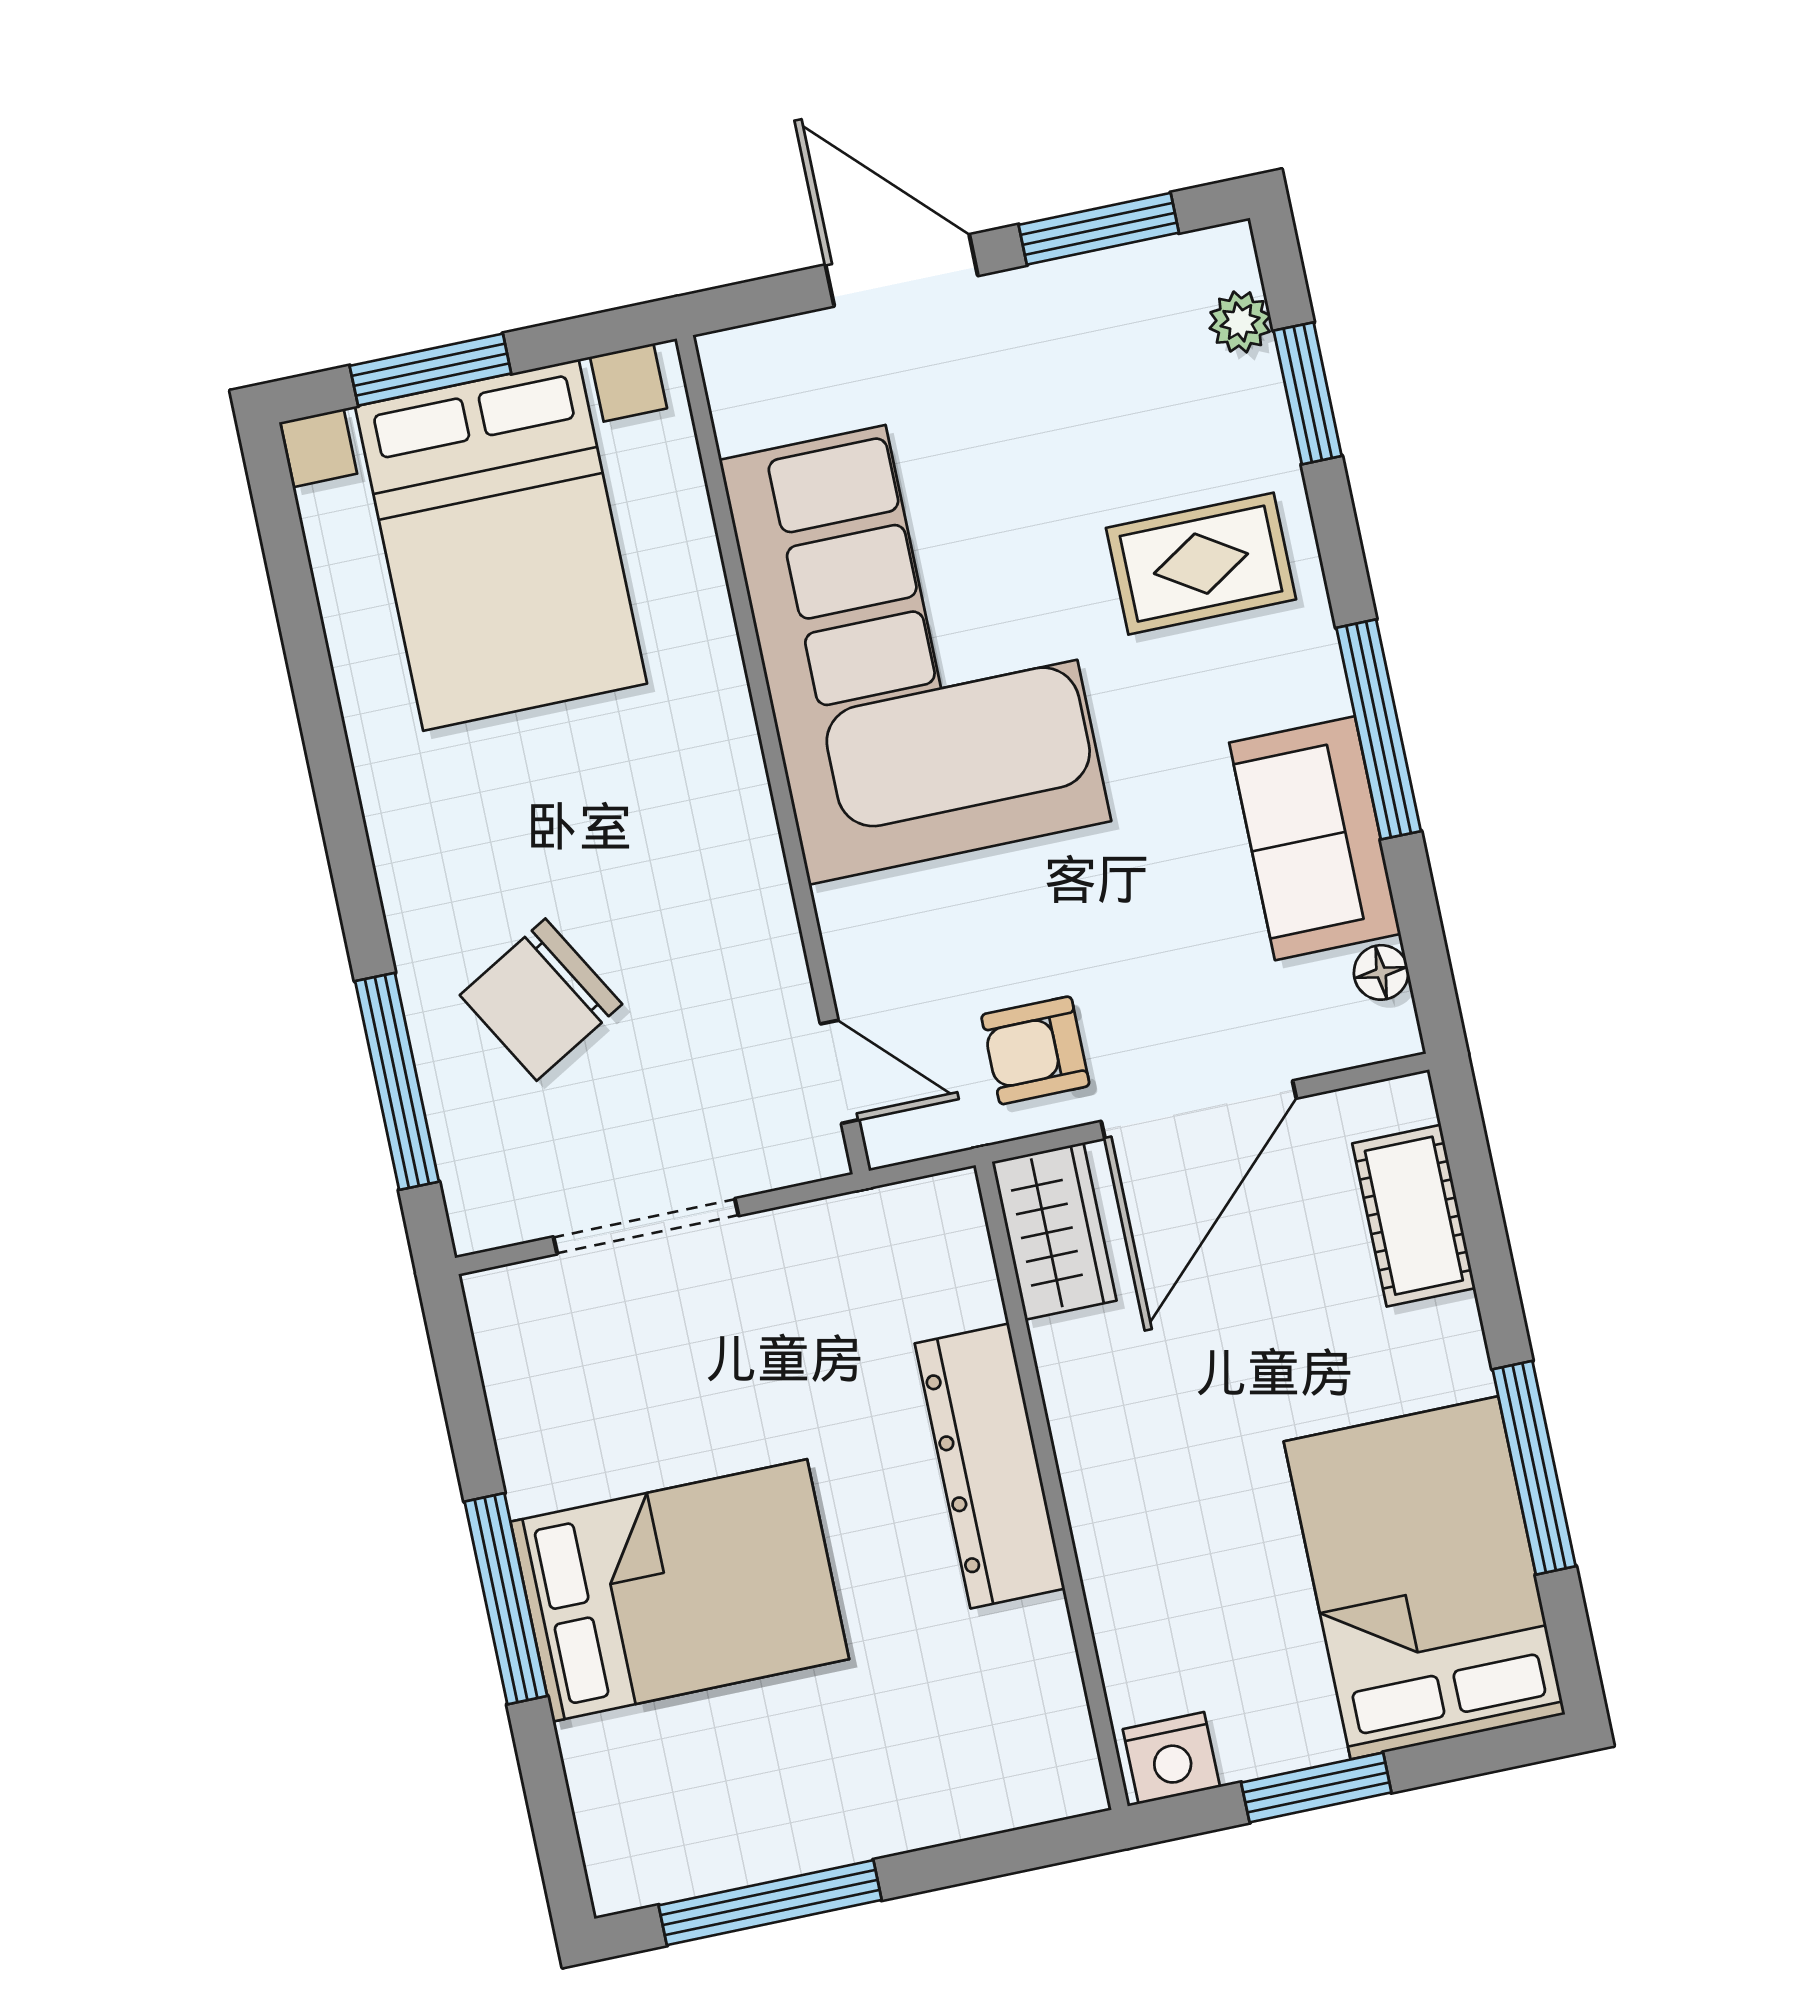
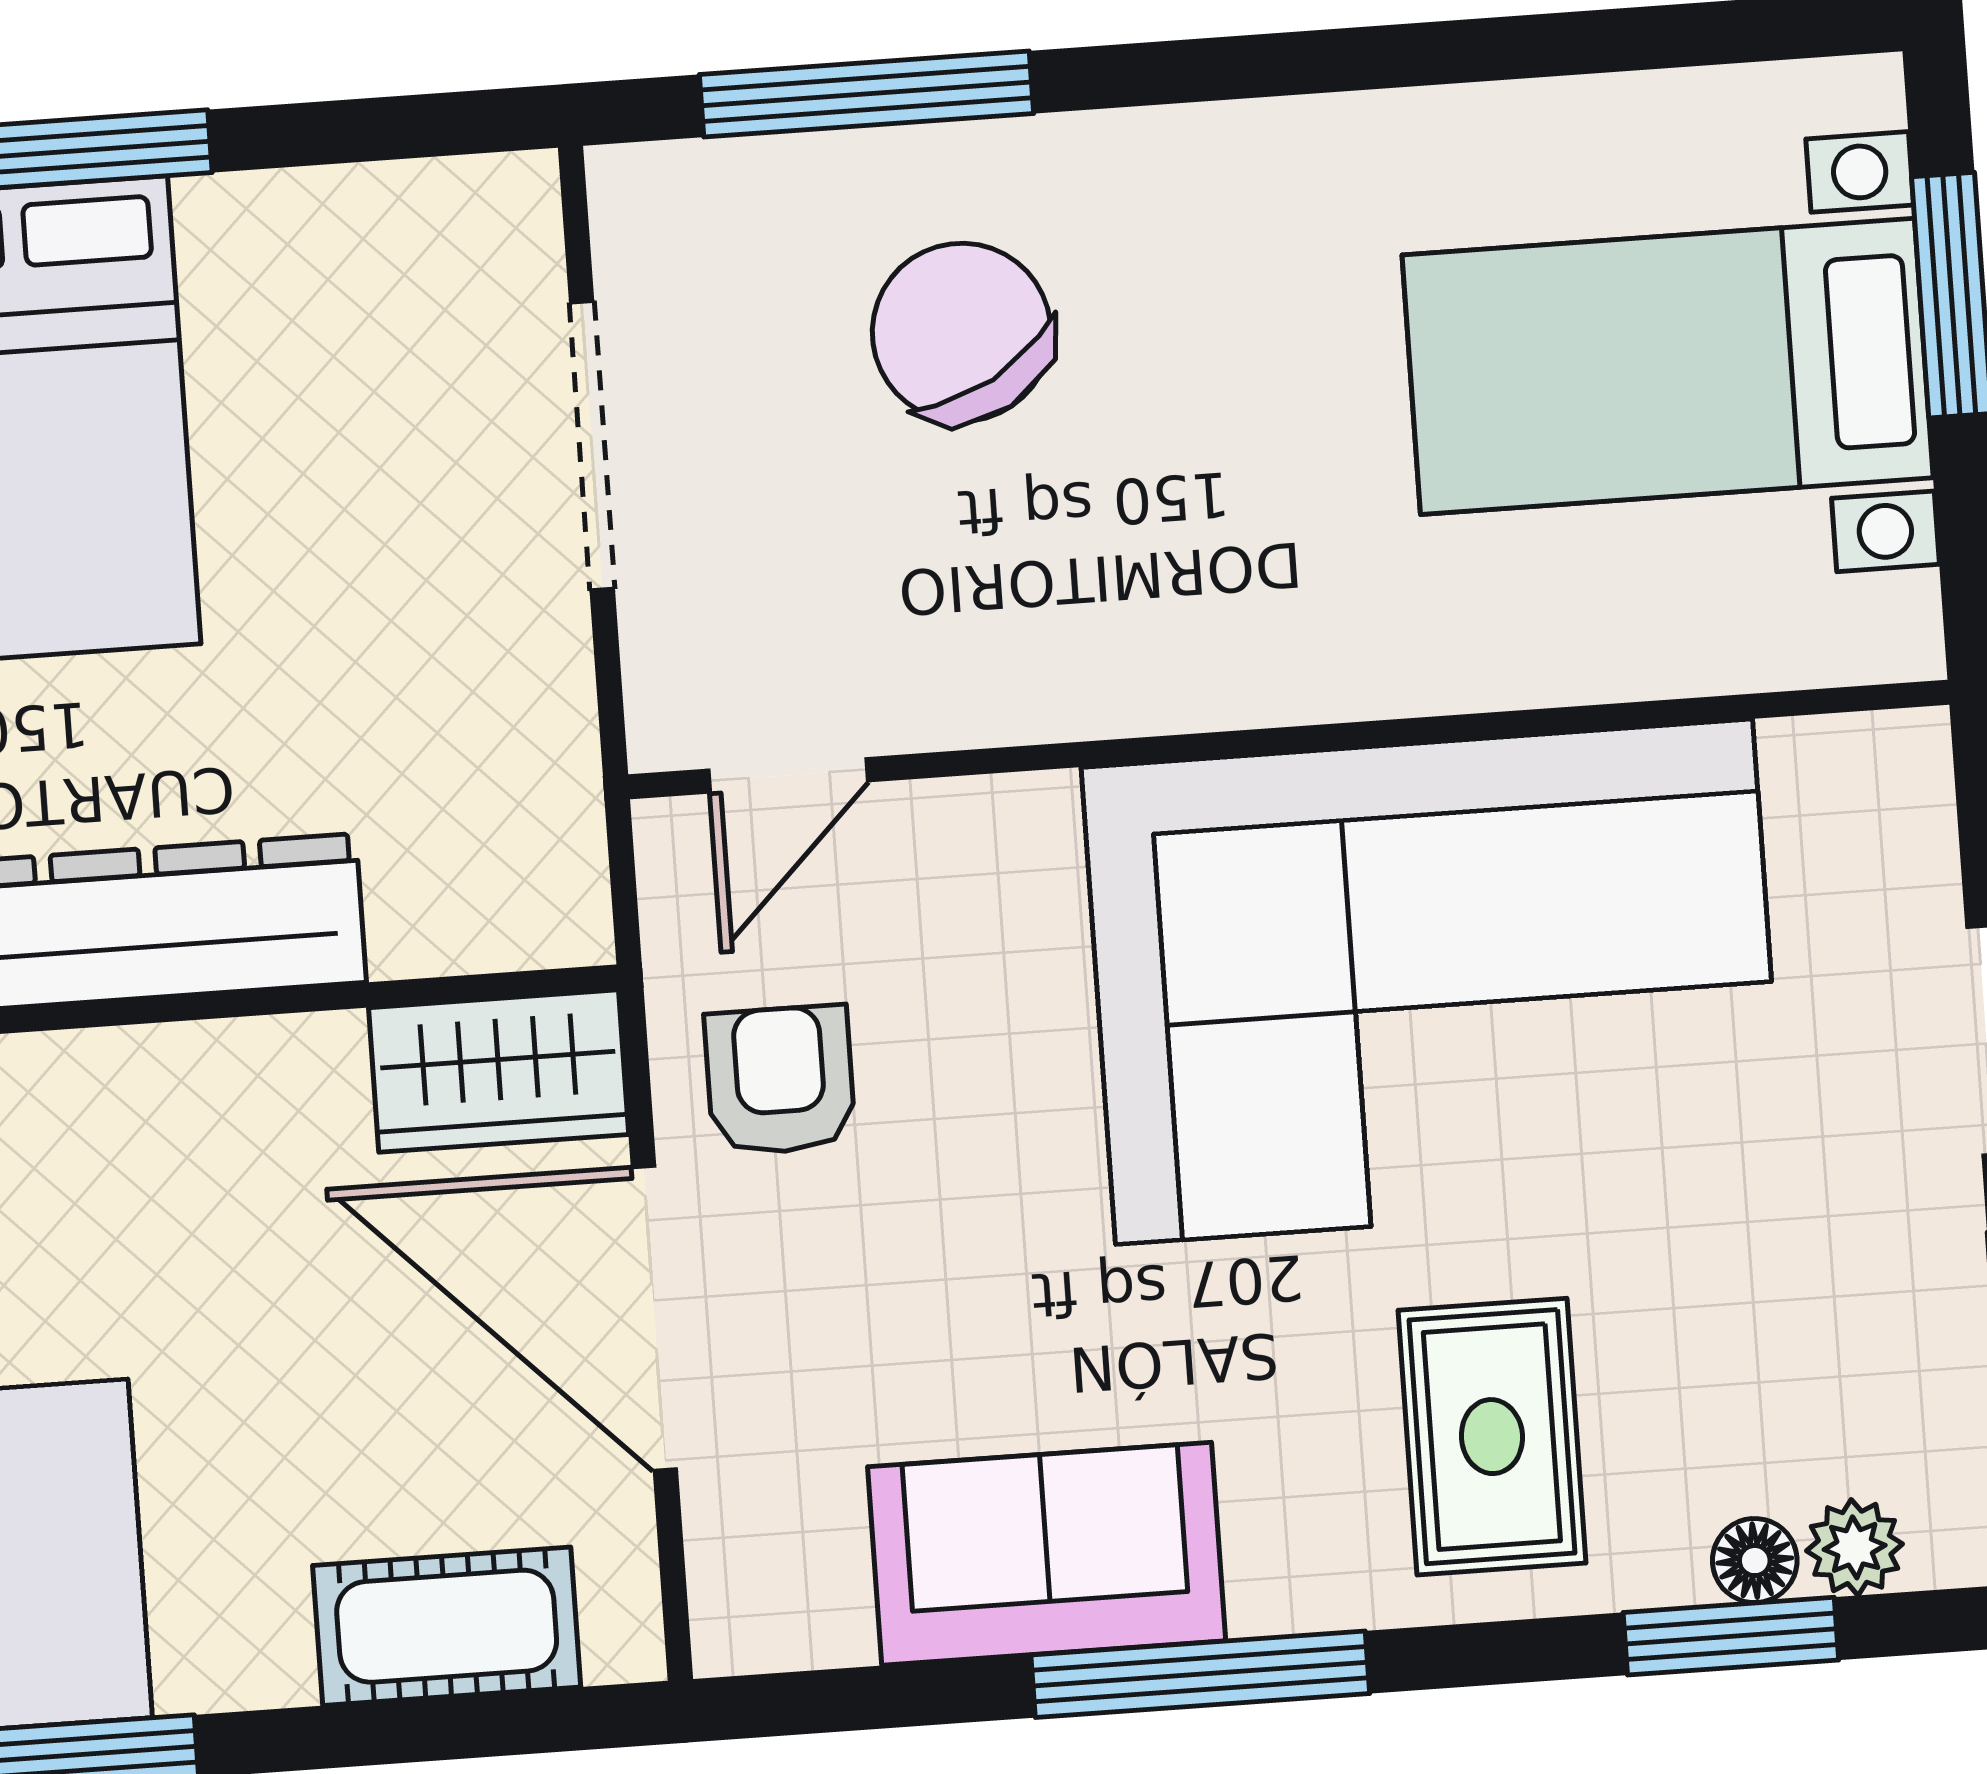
bed with nightstands: (501, 545) -> (1668, 366), width x0.73
floor lamp: (1381, 972) -> (1755, 1561), moved

